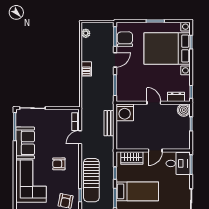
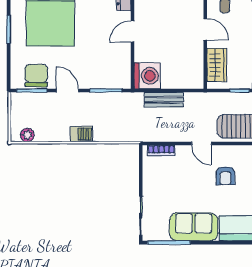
chair: (125, 39) -> (36, 75), turned 91
door: (80, 137) -> (202, 143), moved

